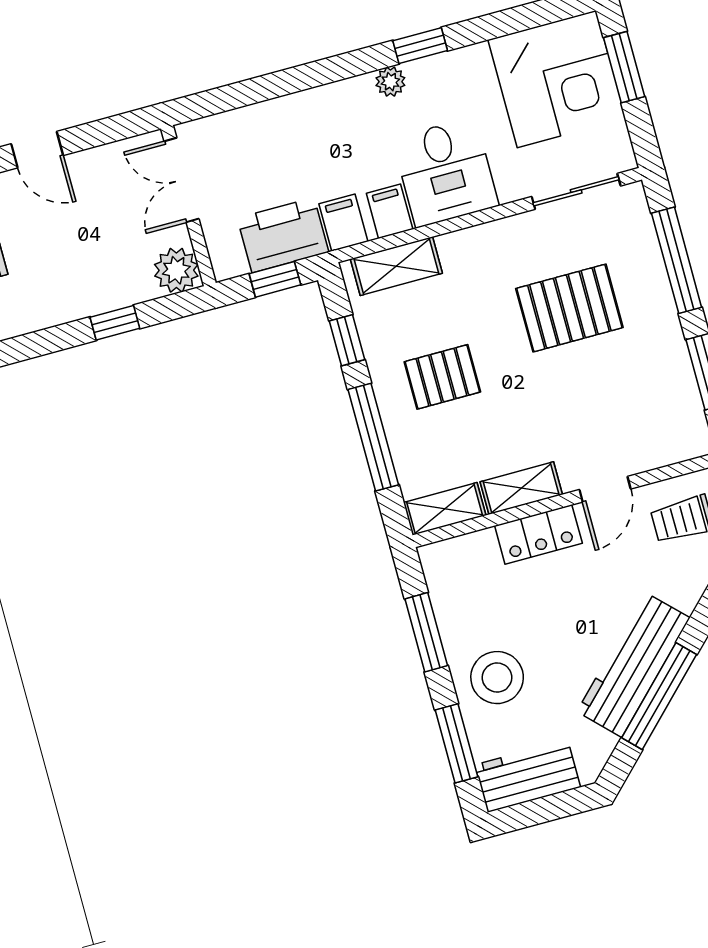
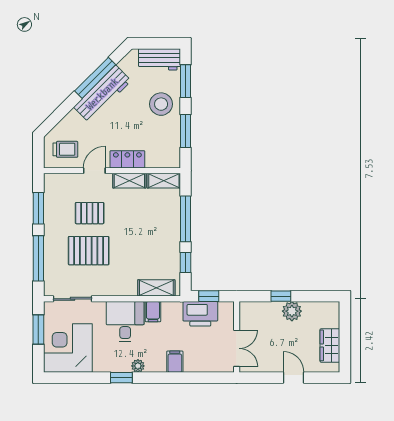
window: (624, 67) -> (38, 329), moved
filing cabinet: (343, 223) -> (175, 362), moved, turned 180
plant: (176, 270) -> (292, 311), moved
pallet: (442, 377) -> (90, 213), moved

